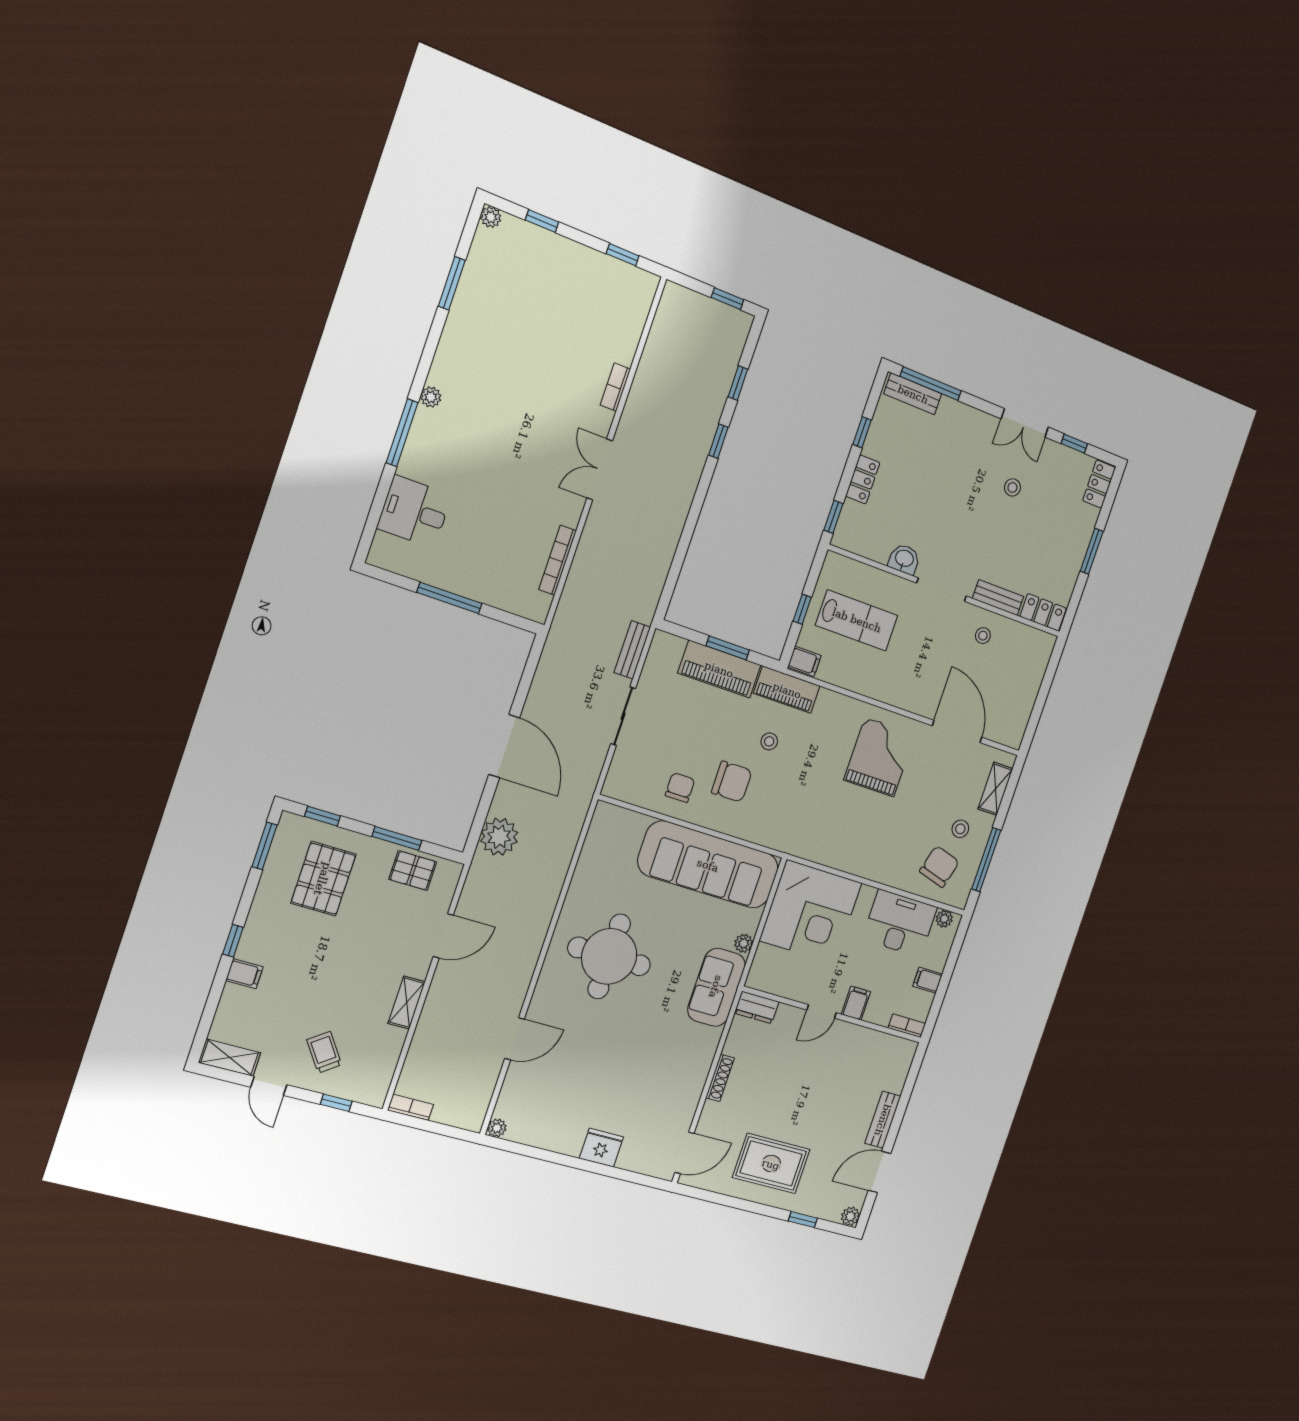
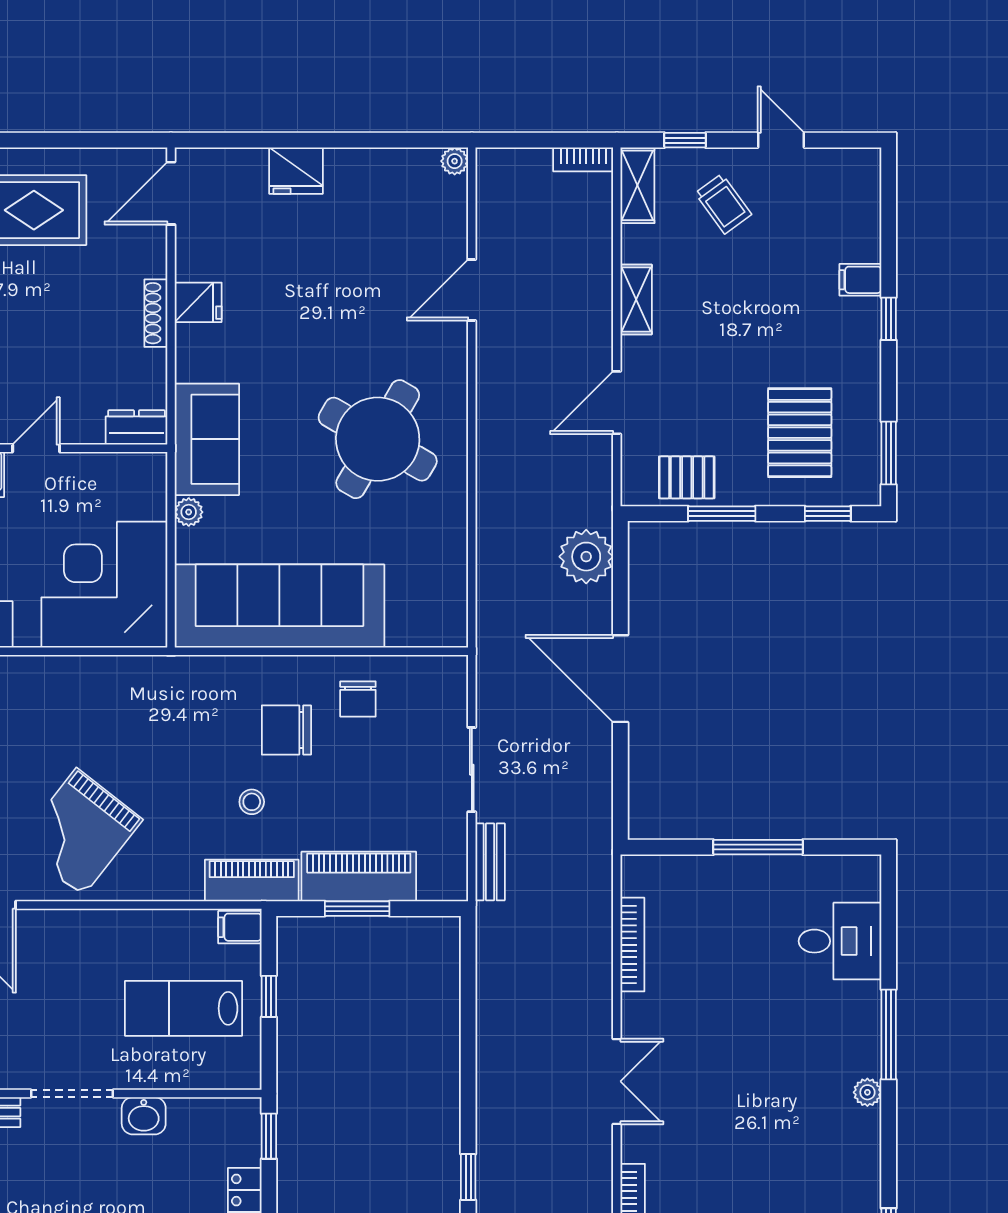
grand piano: (879, 757) -> (80, 832), turned 38
round table: (609, 956) -> (378, 439), turned 30
shelving: (230, 1058) -> (637, 185), moved, turned 90
fridge: (692, 1078) -> (198, 302), added

